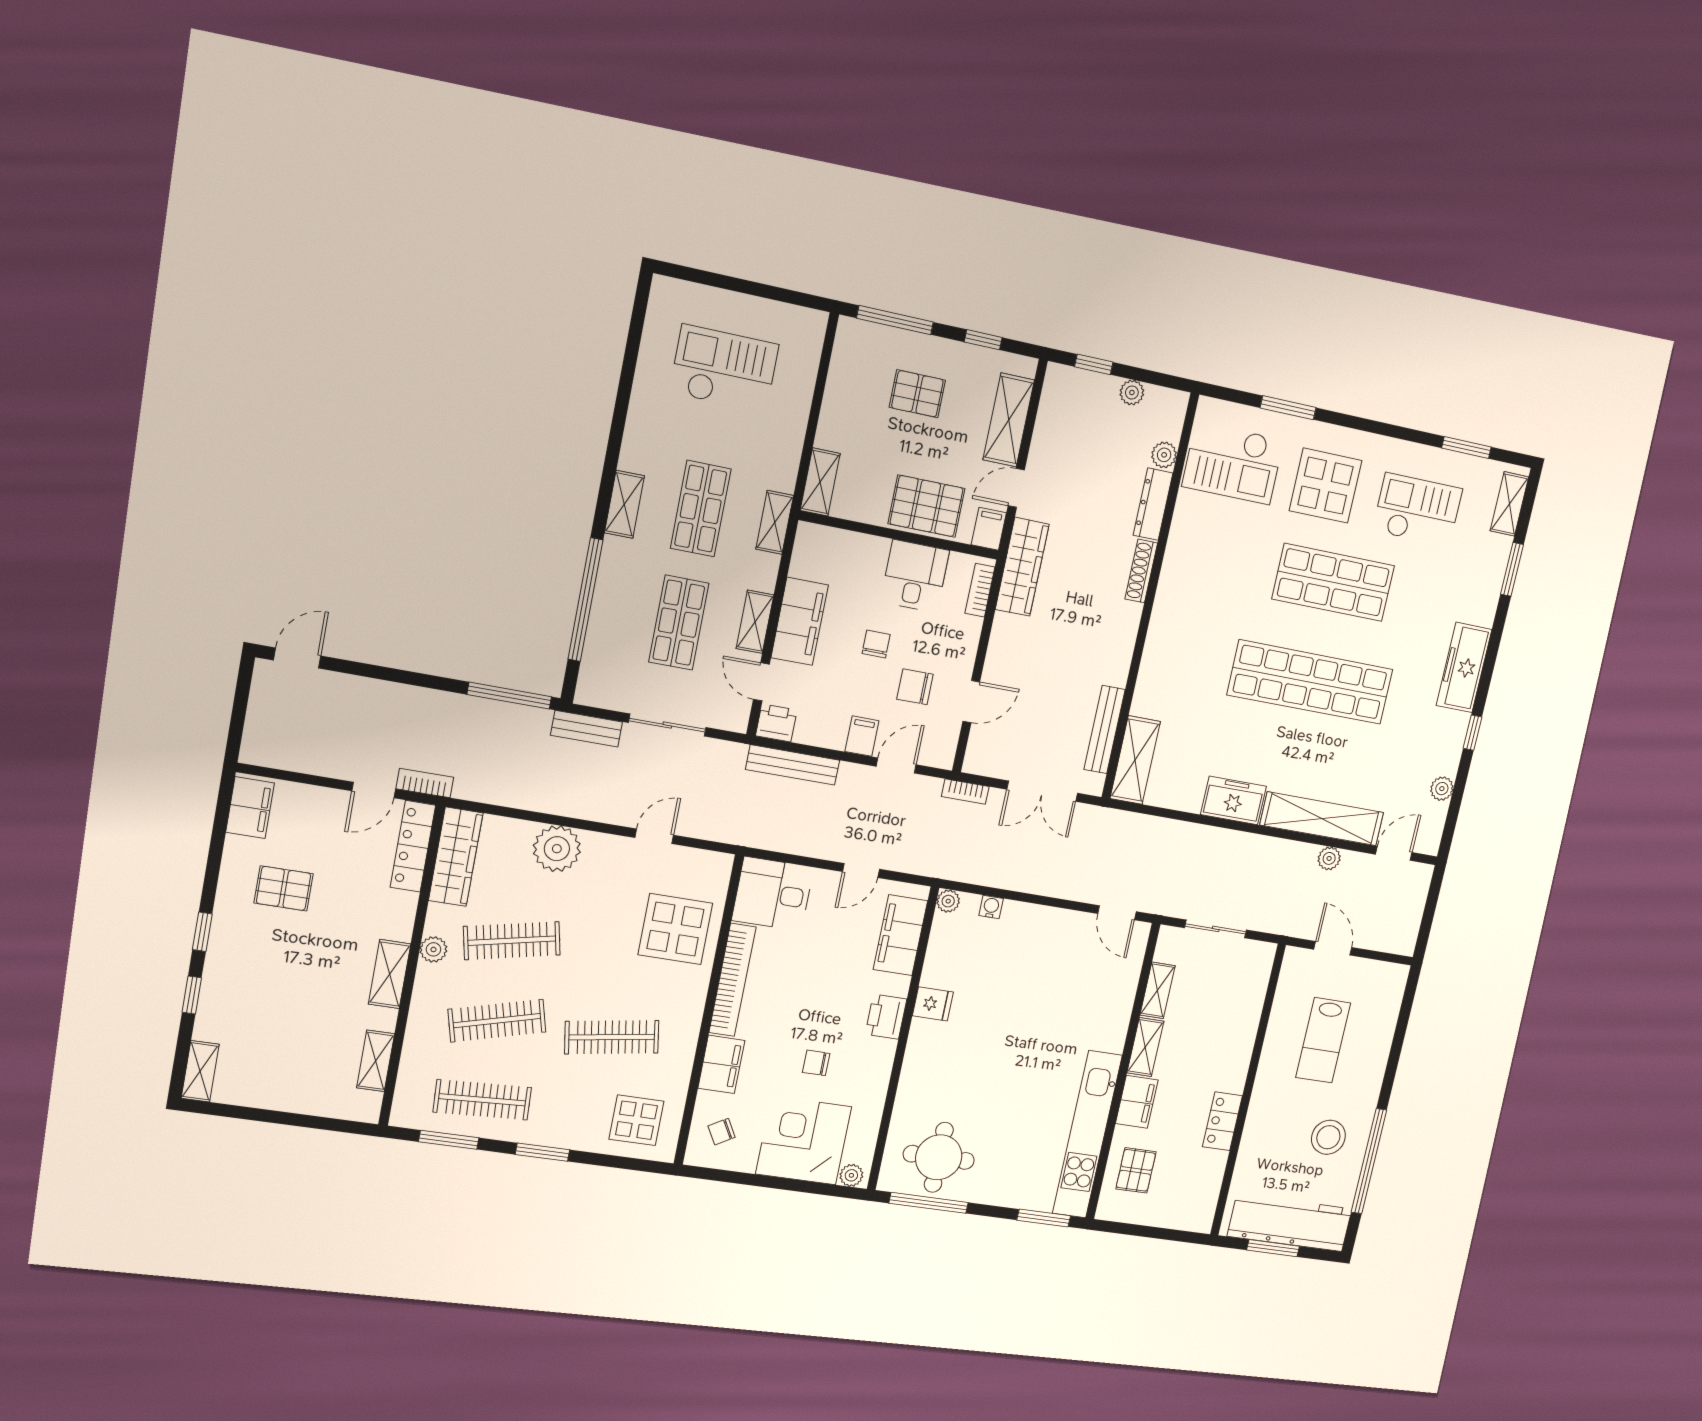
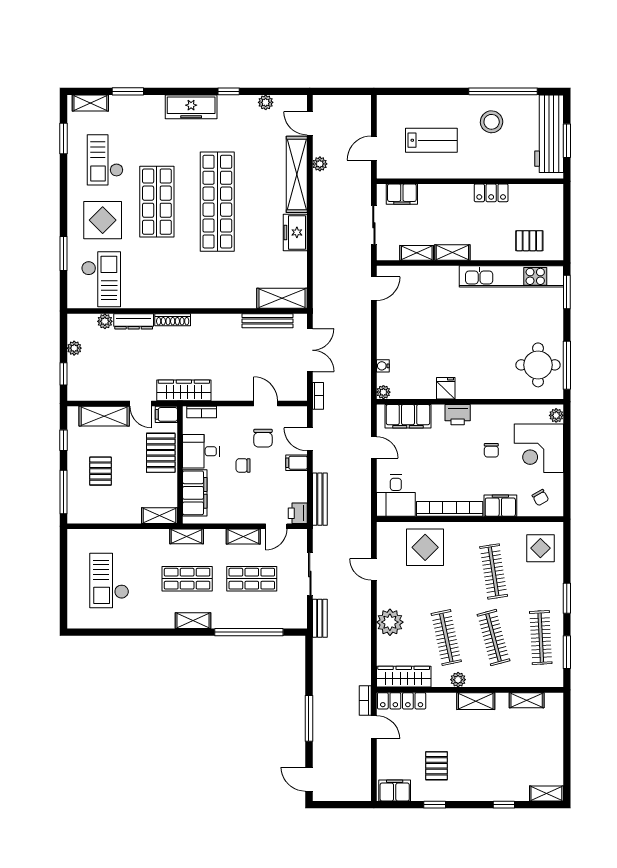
filing cabinet: (800, 621) -> (195, 493), moved, turned 90
window: (509, 696) -> (309, 718), moved
window: (202, 932) -> (435, 805), moved
filing cabinet: (1137, 1102) -> (402, 194), moved, turned 180

